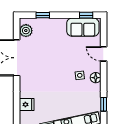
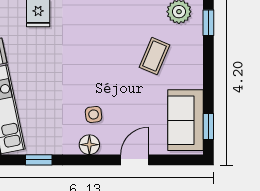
window: (43, 15) -> (208, 23), moved
coffee table: (49, 43) -> (155, 56), added

